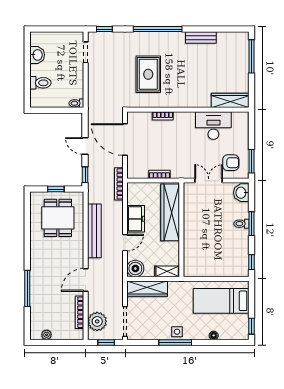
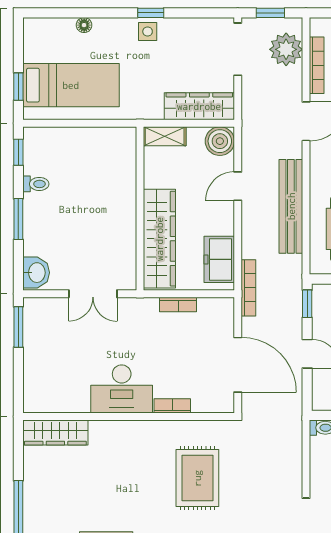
desk: (213, 126) -> (122, 389), moved
armchair: (231, 163) -> (54, 325), removed
freezer: (136, 219) -> (219, 259), moved
toilet: (241, 224) -> (36, 184), moved
window: (252, 326) -> (18, 87), moved
window: (175, 342) -> (151, 13), width x0.46

